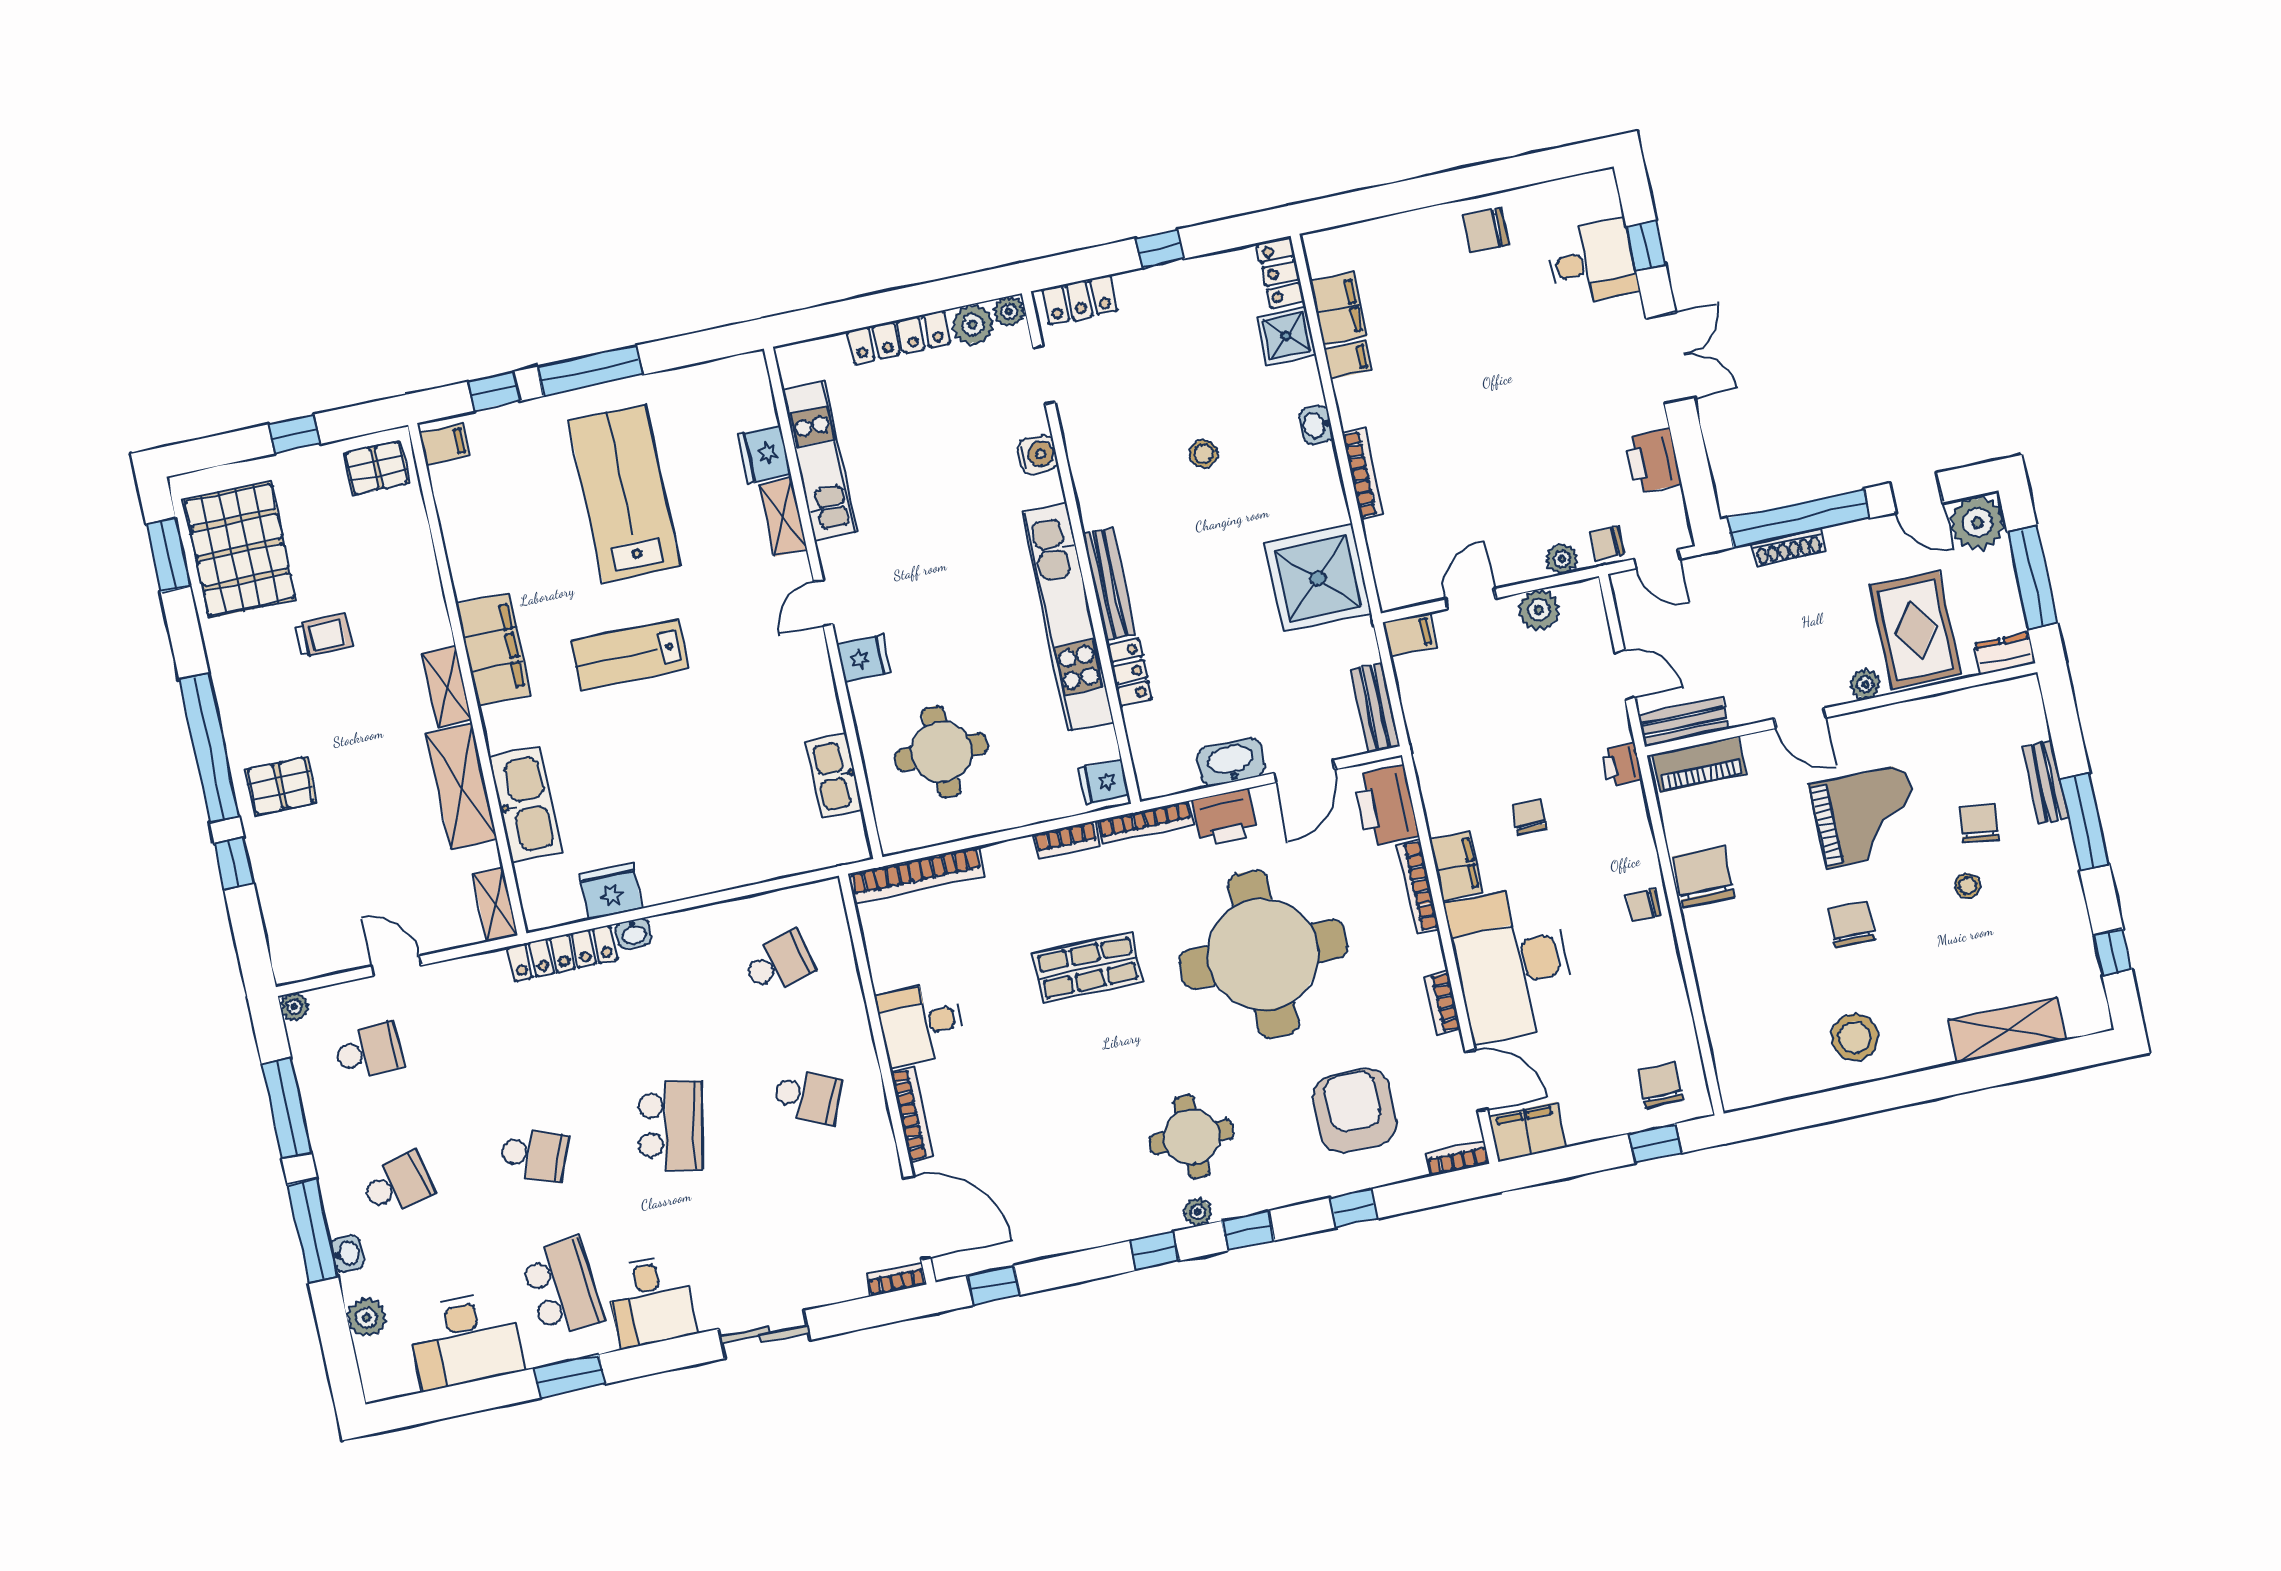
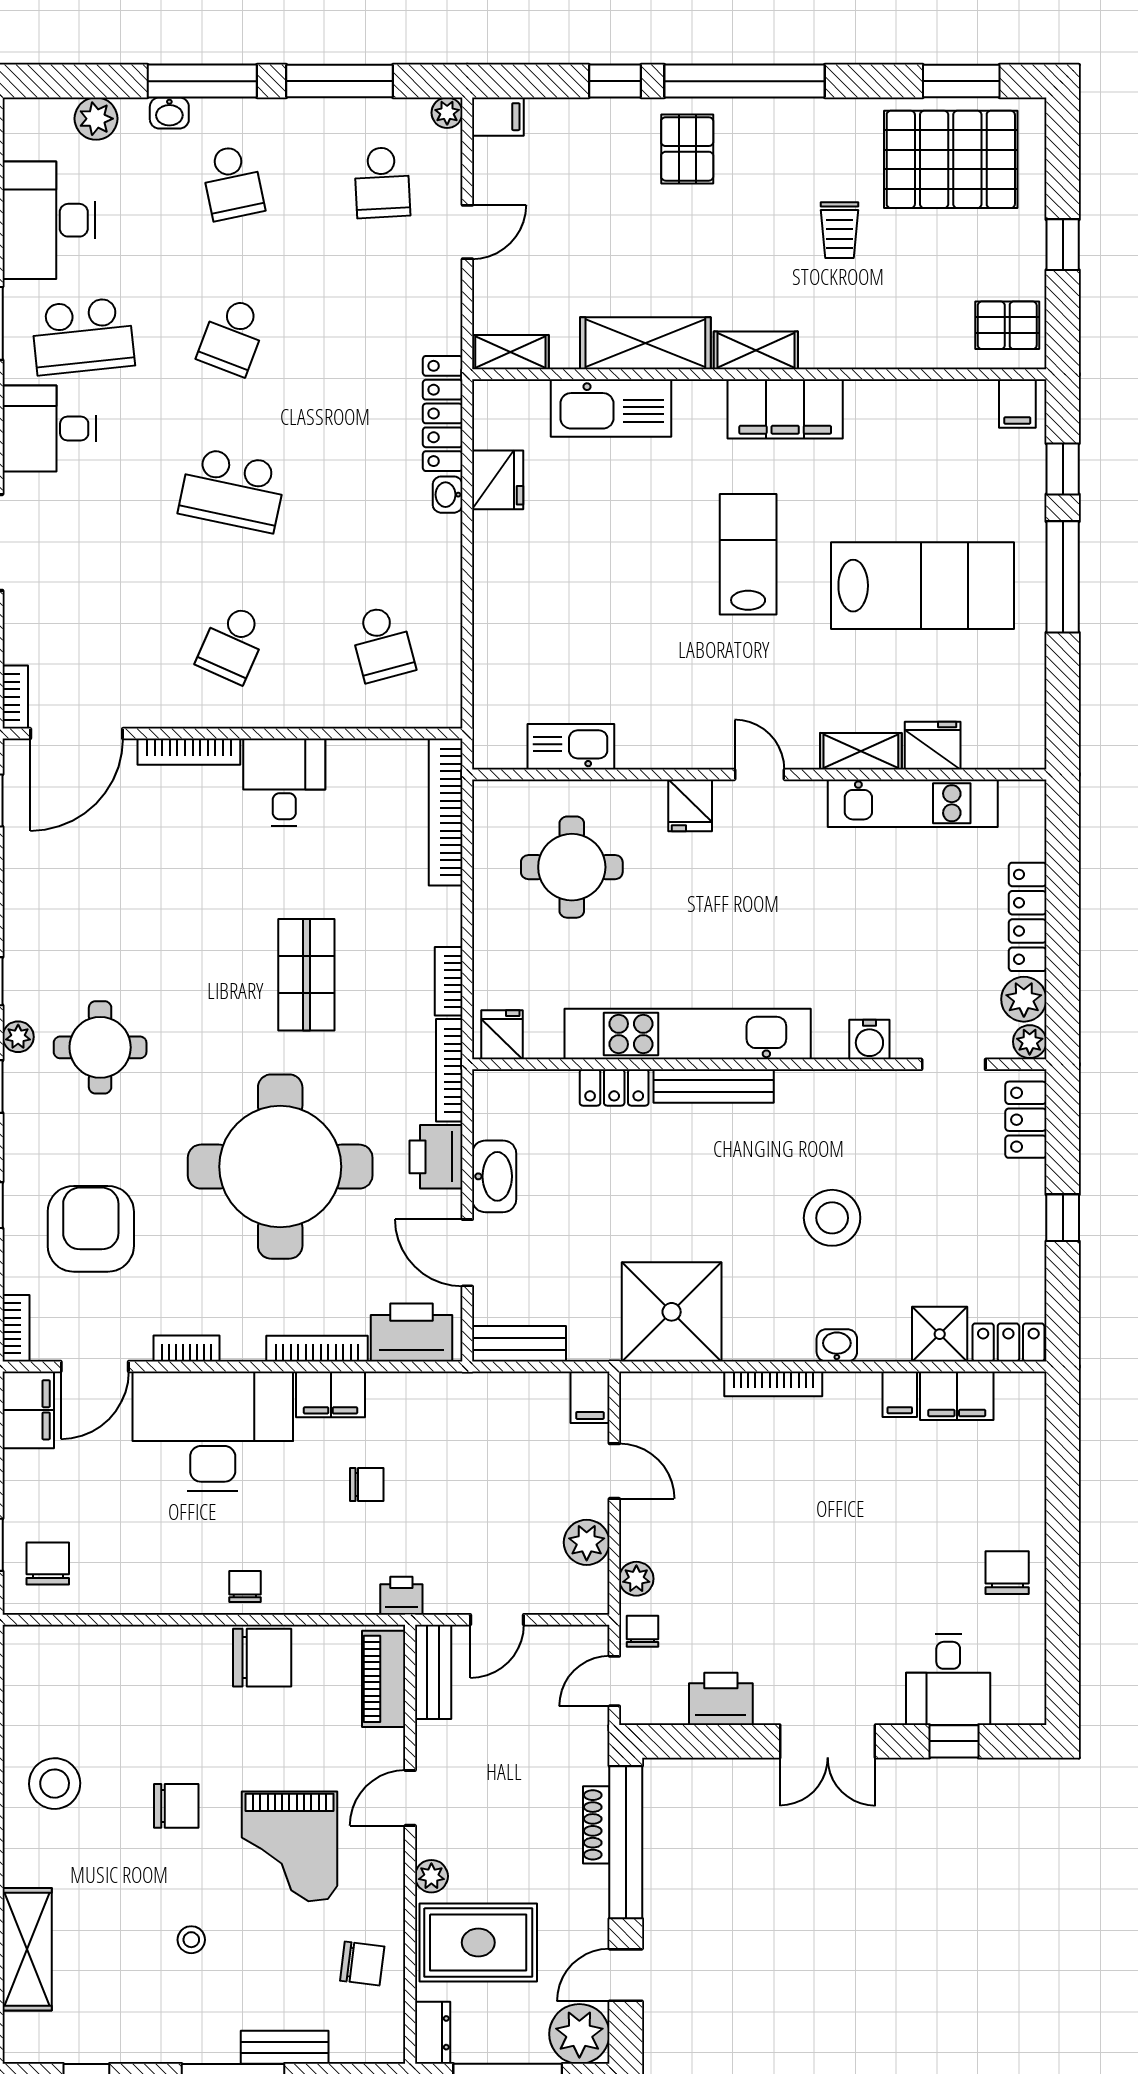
stool: (1204, 454) -> (832, 1218), width x1.89, depth x1.89
pallet: (377, 468) -> (1007, 325), turned 90
chair: (1979, 823) -> (362, 1964), moved
filing cabinet: (288, 961) -> (498, 117), added
chair: (1660, 1085) -> (48, 1563), turned -90
armchair: (1355, 1111) -> (91, 1229), turned -90

